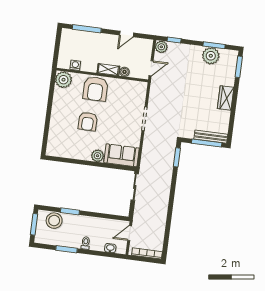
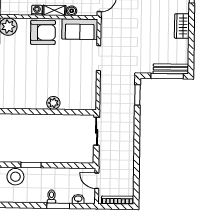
washing machine: (75, 65) -> (37, 10), moved
armchair: (95, 89) -> (43, 32), turned -90
armchair: (88, 121) -> (39, 68), removed
sofa: (122, 155) -> (80, 29), moved, turned 180
door: (130, 233) -> (97, 181), hinge flipped
window: (67, 249) -> (58, 206), moved

